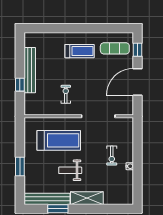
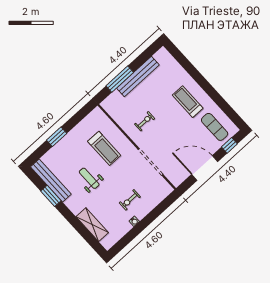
treadmill: (80, 51) -> (188, 102), turned 180
window: (20, 85) -> (120, 79), width x2.17
treadmill: (59, 140) -> (104, 148), width x0.73, depth x0.73
shelving: (87, 198) -> (92, 225), moved

